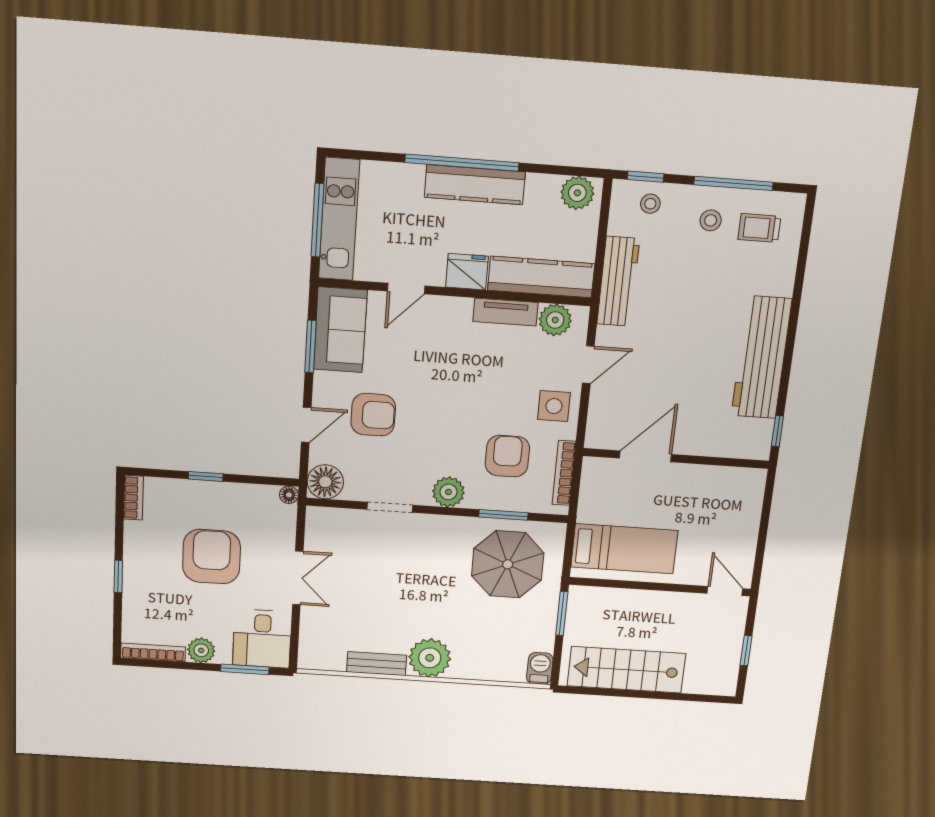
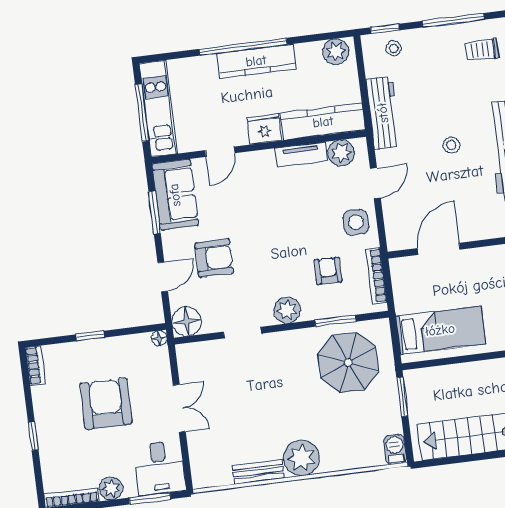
stool: (711, 220) -> (451, 145), moved
armchair: (507, 456) -> (328, 271), width x0.72, depth x0.72

